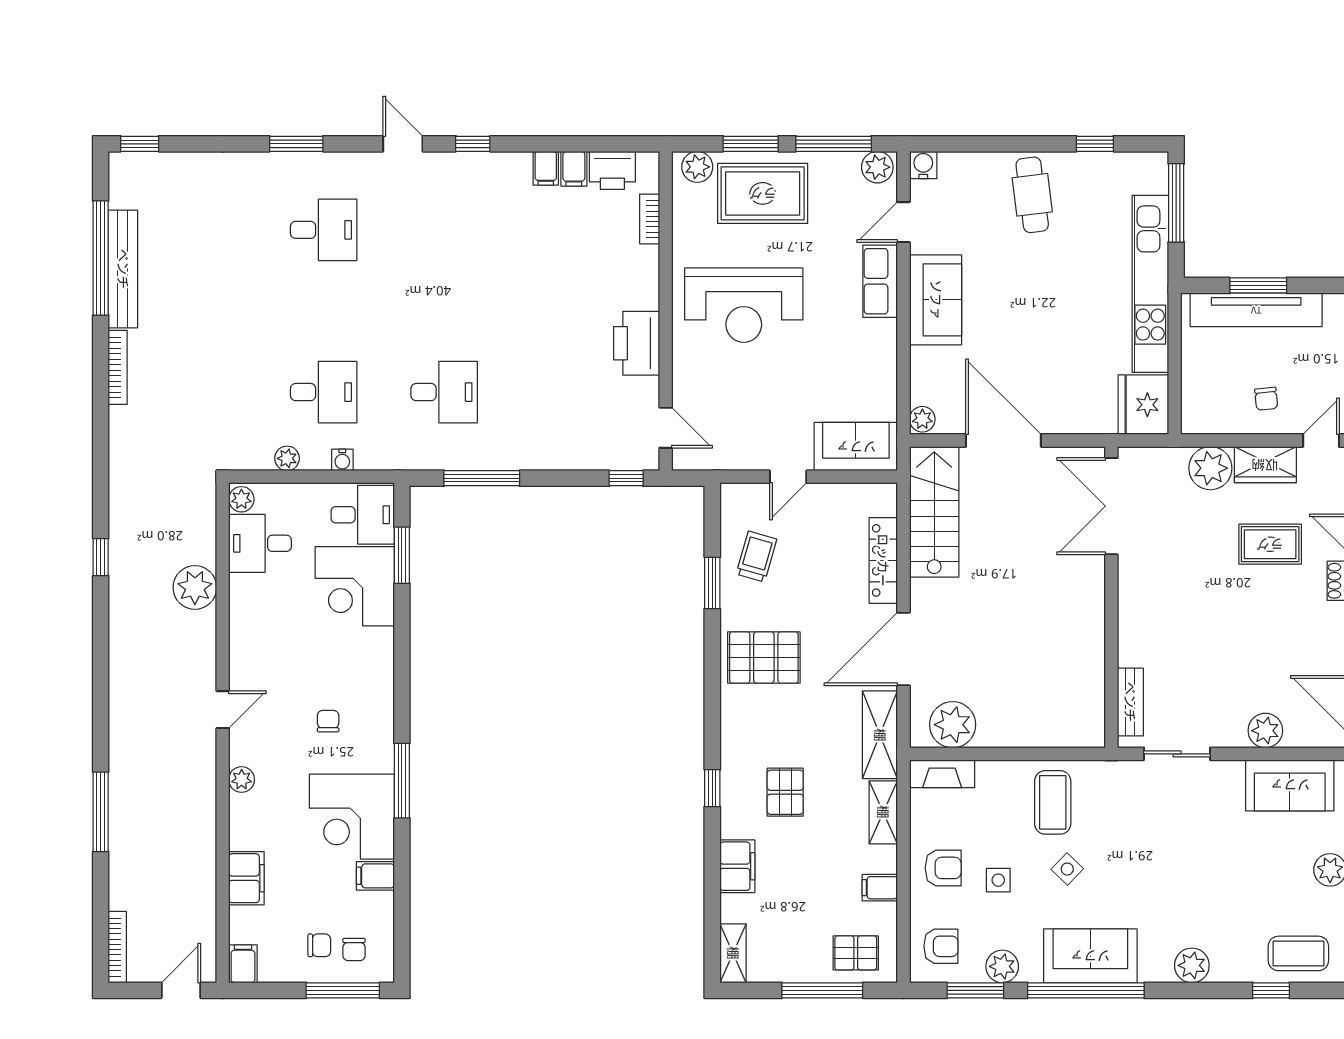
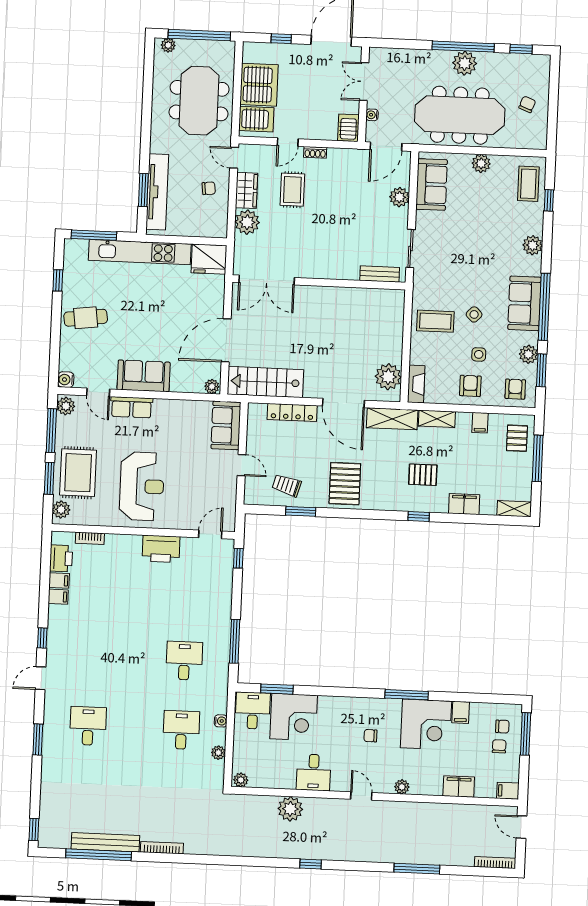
desk: (260, 543) -> (314, 772), moved
window: (101, 557) -> (311, 864), moved

